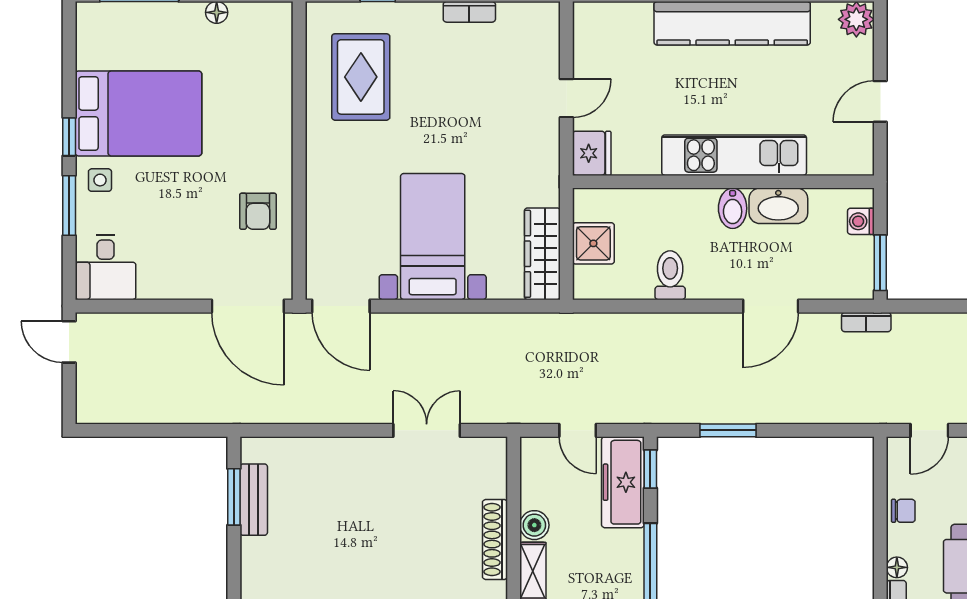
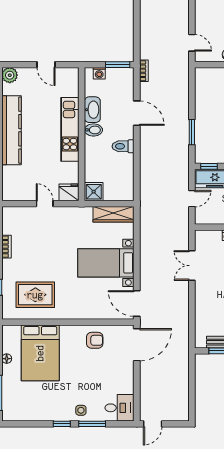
bed: (138, 113) -> (40, 353), moved, turned 180
shower: (593, 243) -> (94, 192), moved
toilet: (670, 275) -> (123, 146), moved
door: (341, 306) -> (137, 303), swing flipped

